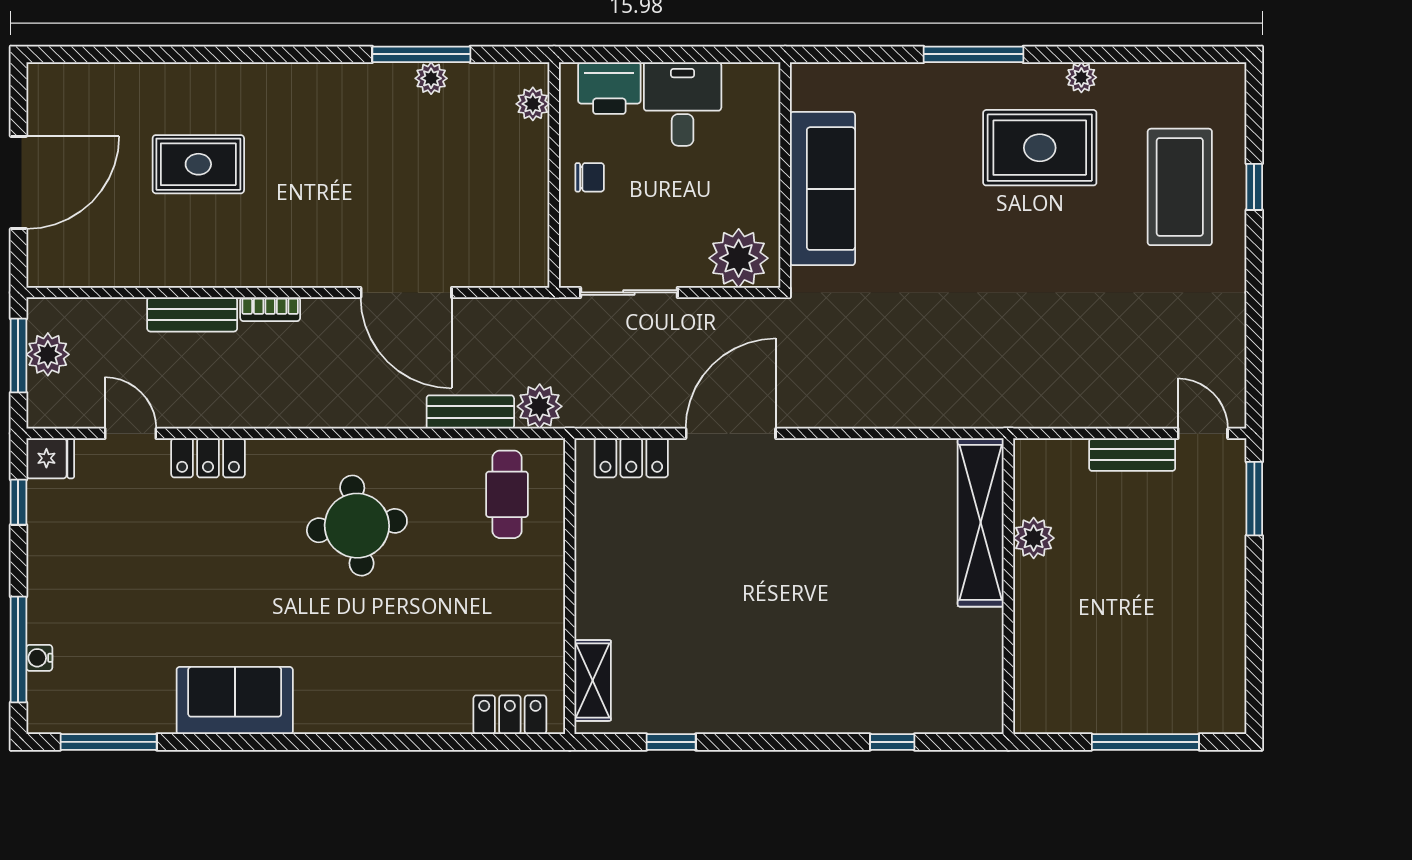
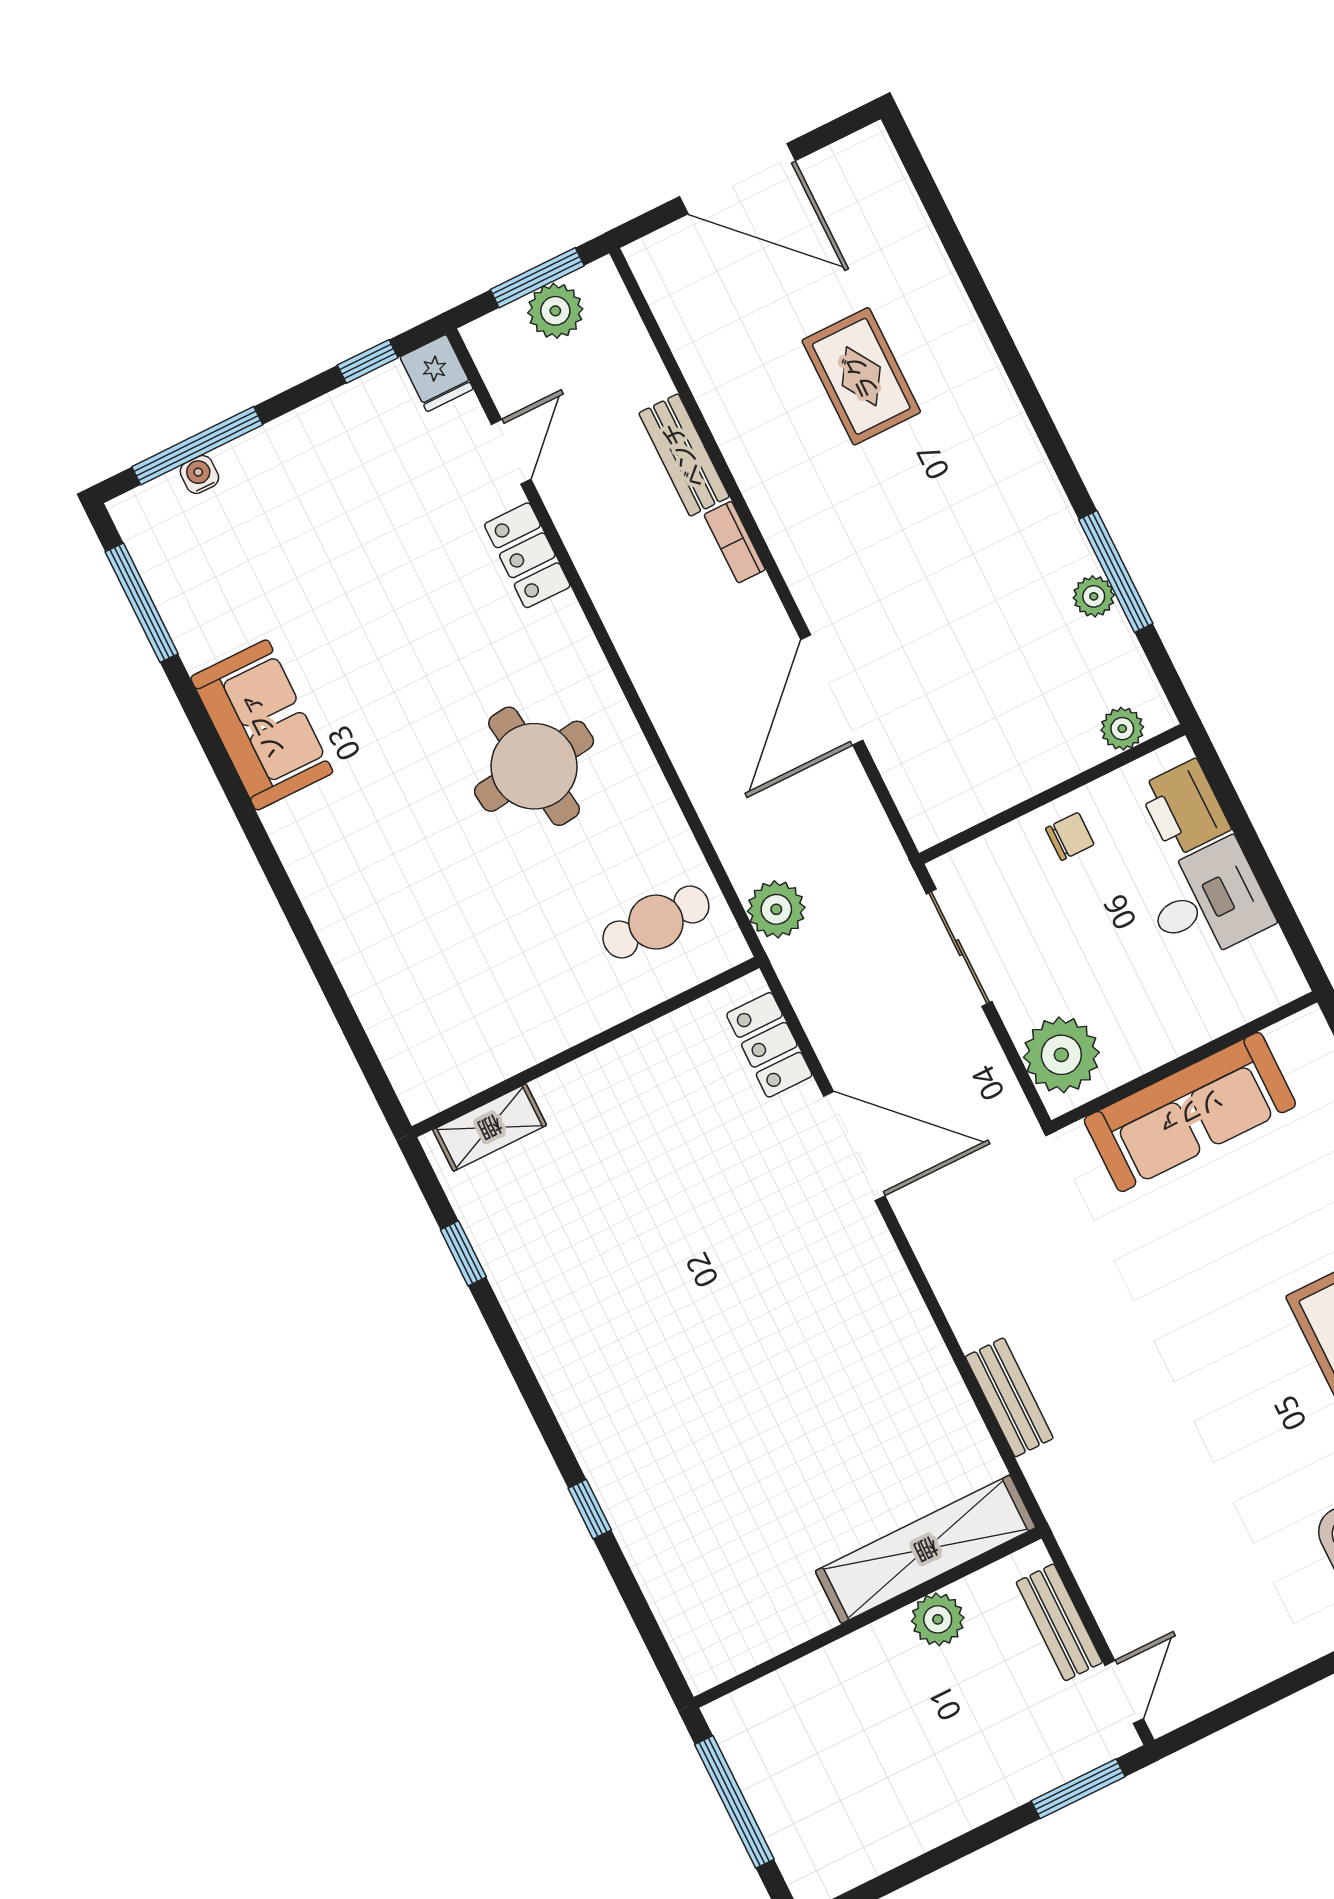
chair: (590, 177) -> (1070, 836), turned -90
bench: (470, 412) -> (1009, 1397), moved
shelving: (981, 522) -> (926, 1549), moved
plant: (1034, 538) -> (938, 1619), moved
wall: (1008, 586) -> (868, 1618), moved
locker: (510, 715) -> (403, 1051), removed

